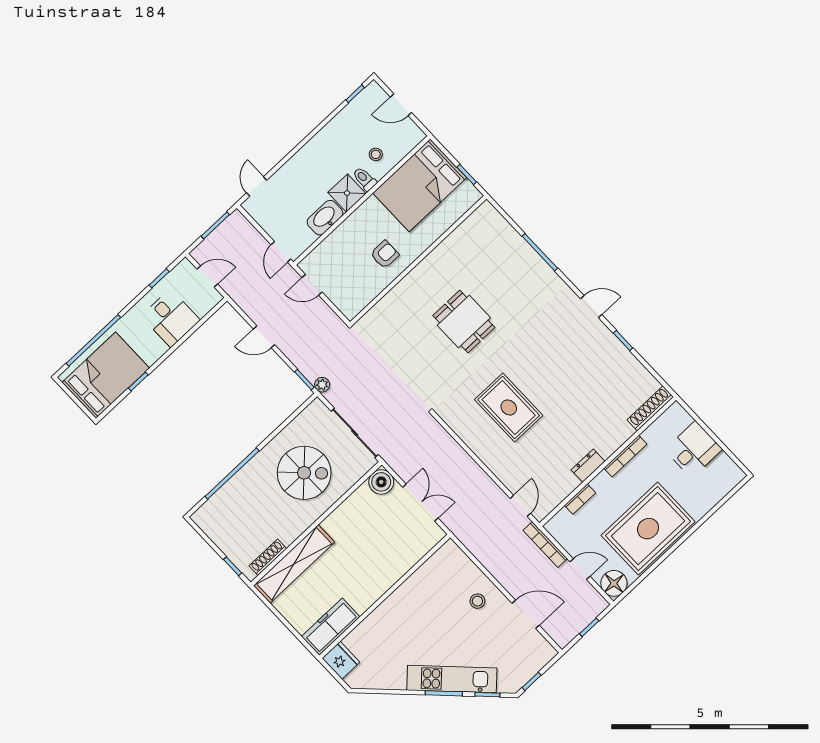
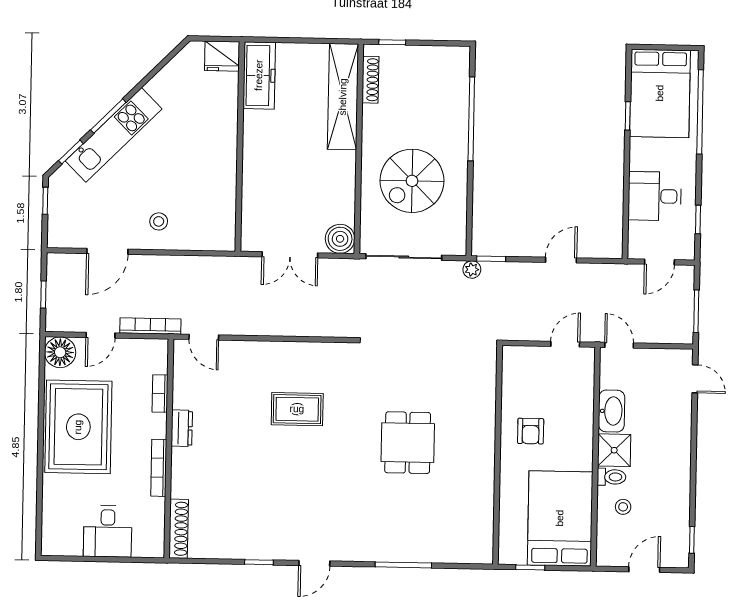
dining table: (464, 321) -> (408, 443), turned 90
rug: (509, 408) -> (297, 409), width x0.73, depth x0.70

